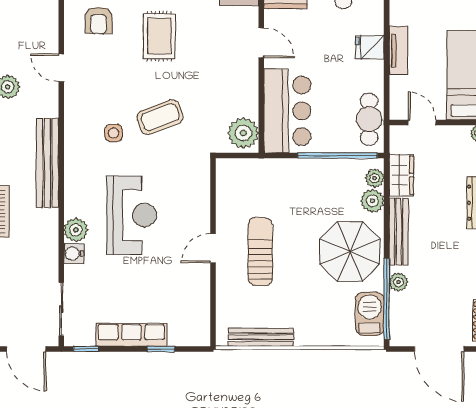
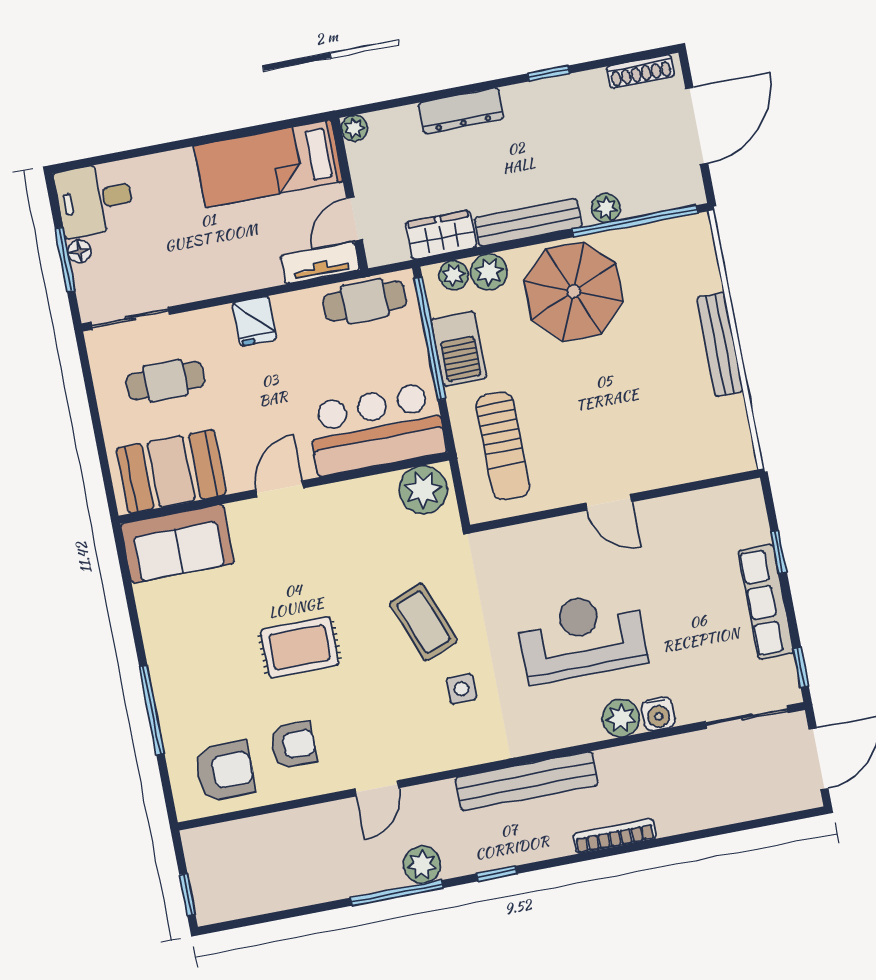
tv unit: (399, 50) -> (320, 263), moved
sun lounger: (260, 252) -> (503, 446), moved, turned -90
barbecue: (370, 314) -> (459, 349), moved, turned -90
bench: (261, 337) -> (720, 344), moved

